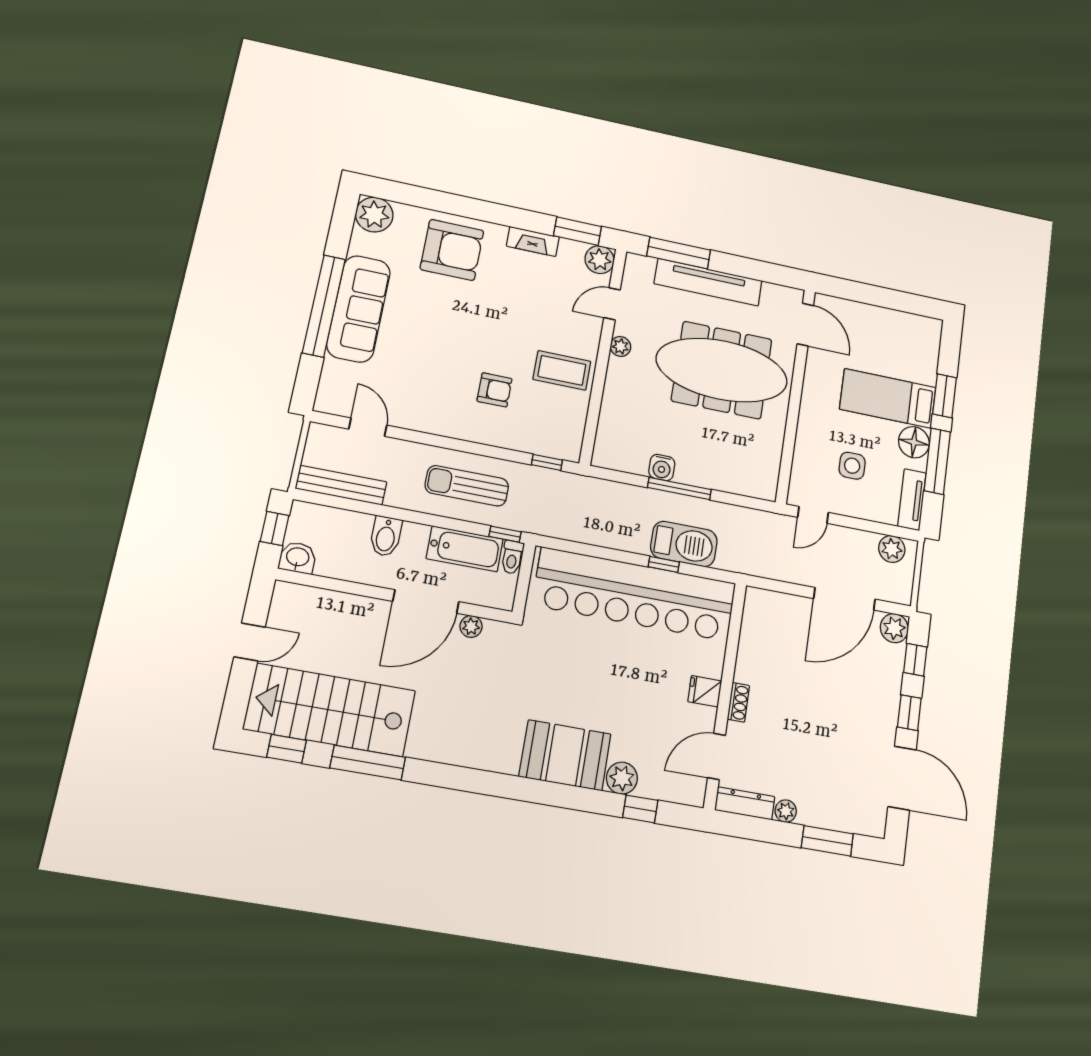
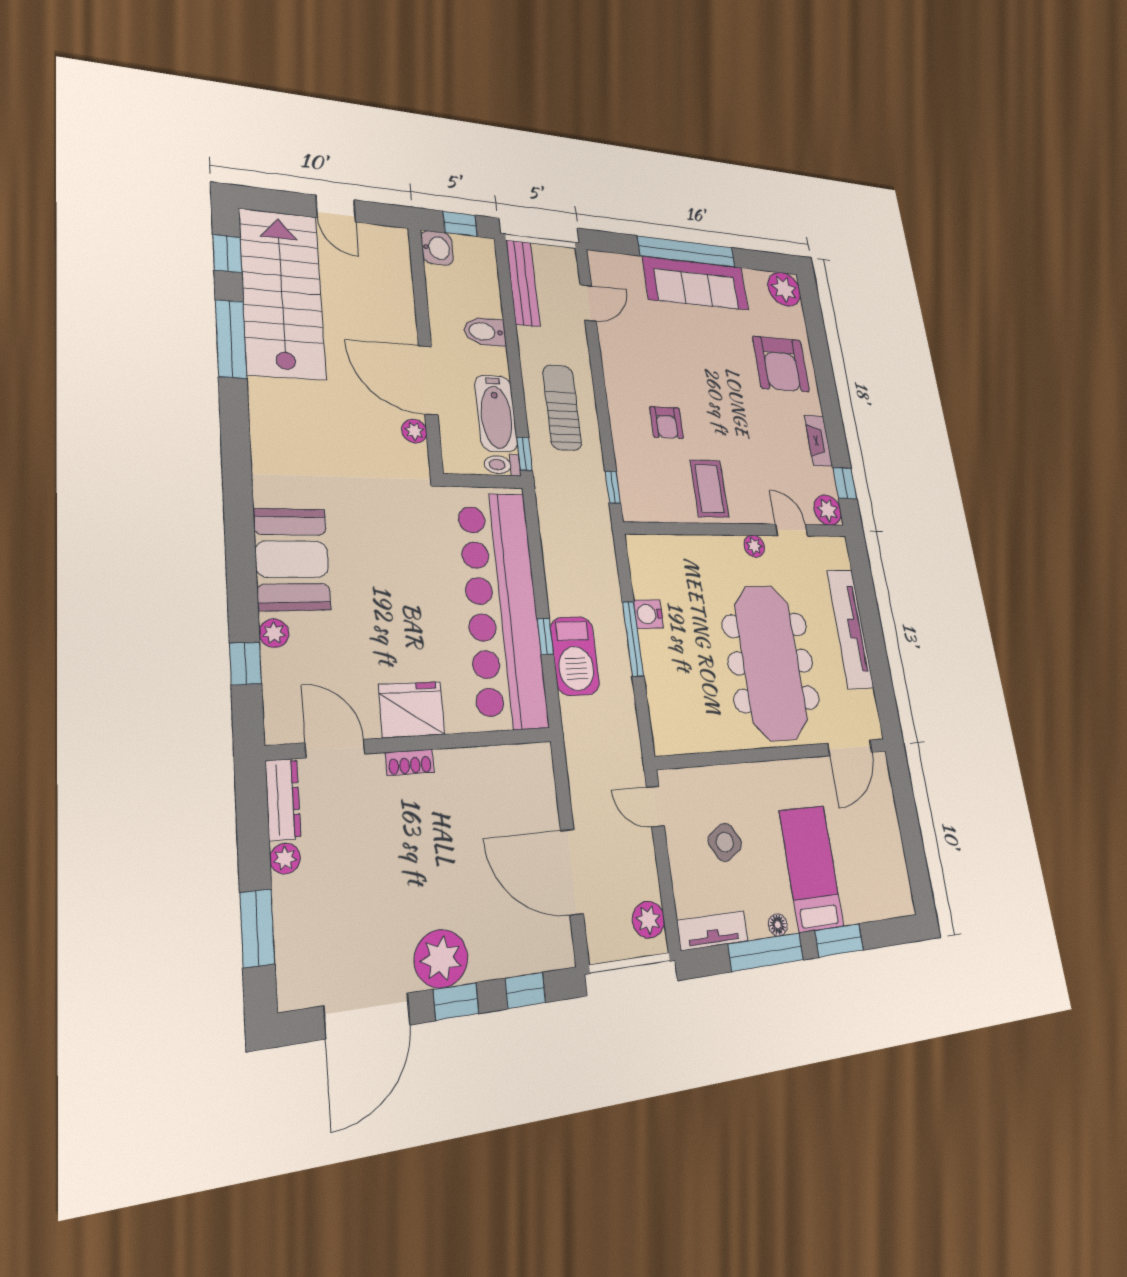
window: (577, 231) -> (845, 483), width x0.67
window: (679, 253) -> (865, 591), removed
floor lamp: (914, 442) -> (778, 925), width x0.53, depth x0.53
side table: (852, 466) -> (725, 842), turned -31
plant: (894, 628) -> (441, 959), moved, width x1.36, depth x1.36
fridge: (705, 691) -> (412, 710), width x1.88, depth x1.34
plant: (622, 778) -> (274, 633), width x0.73, depth x0.73

